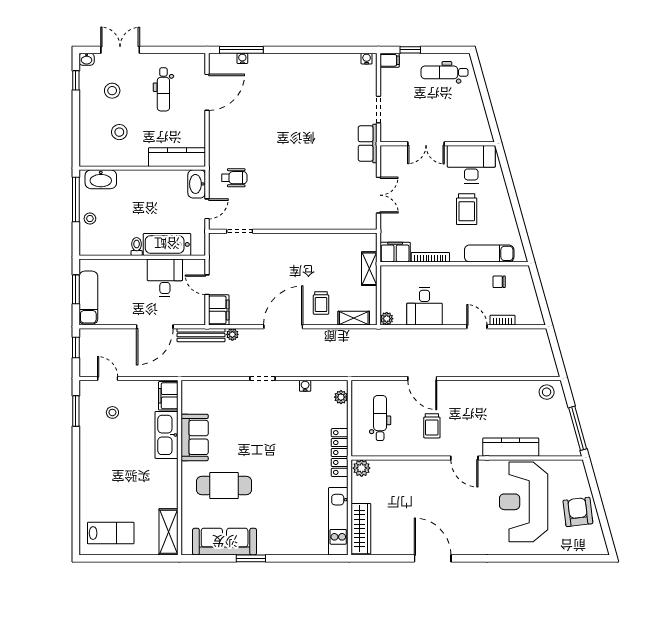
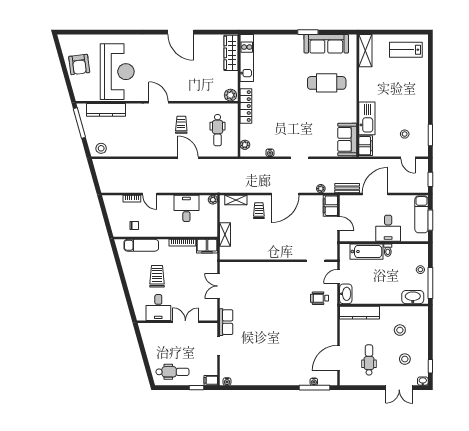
desk: (471, 164) -> (158, 308), width x0.73
desk: (165, 278) -> (388, 228), moved
bench: (201, 335) -> (347, 188), width x0.73
sofa: (195, 437) -> (347, 139), moved
kitchen counter: (511, 447) -> (106, 110), moved

